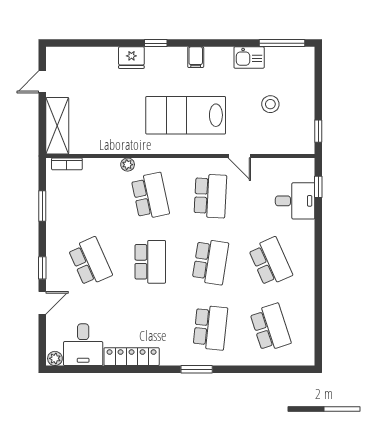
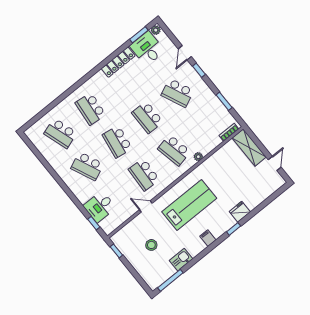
window: (197, 369) -> (139, 35), moved

